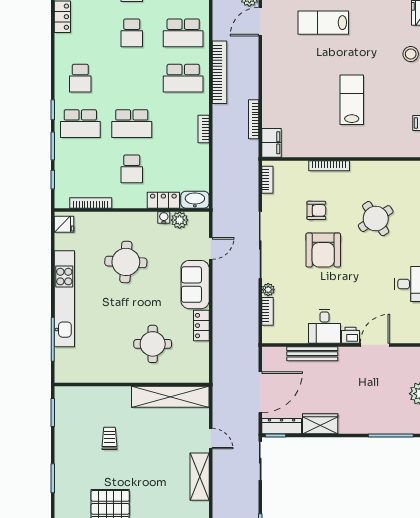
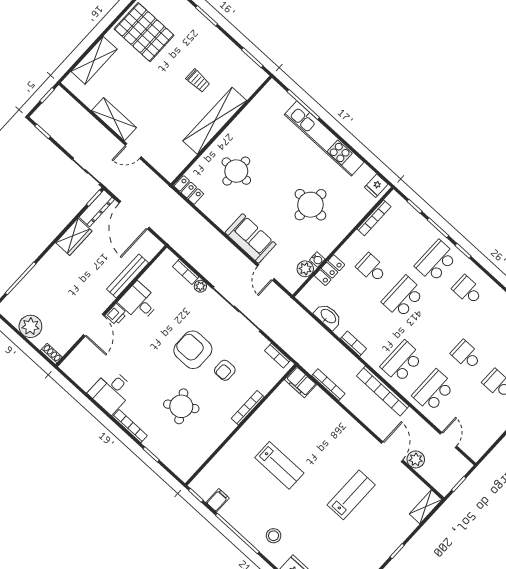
washbasin: (195, 200) -> (328, 316), moved, turned -90
locker: (201, 326) -> (189, 190), moved
shelving: (170, 397) -> (215, 121), moved

